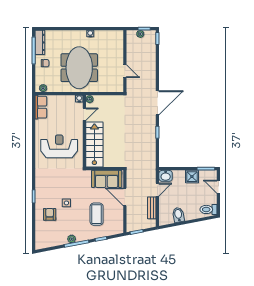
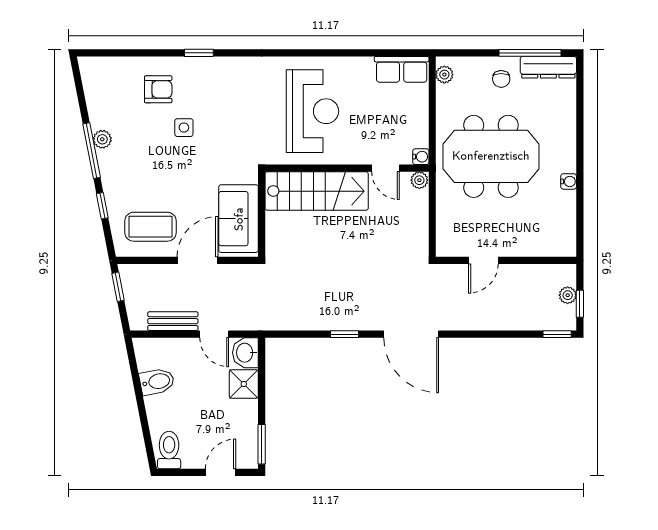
shower: (192, 177) -> (244, 384), moved
coffee table: (97, 214) -> (150, 227), moved

